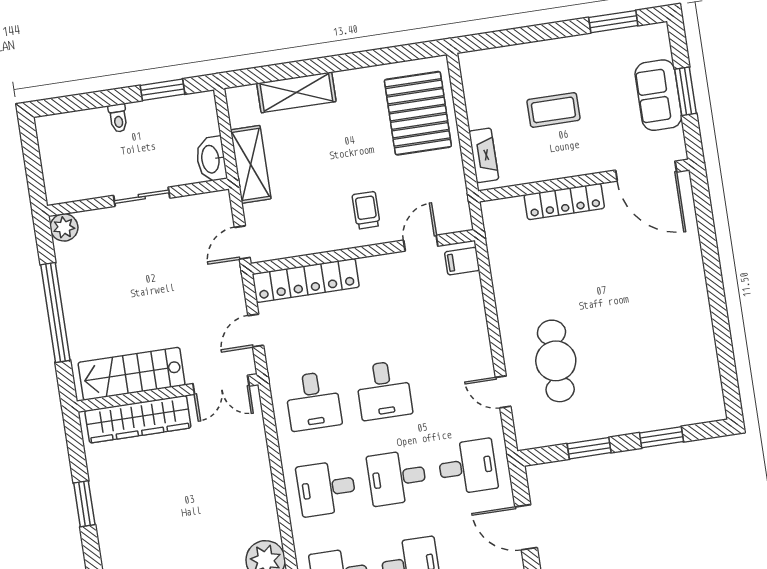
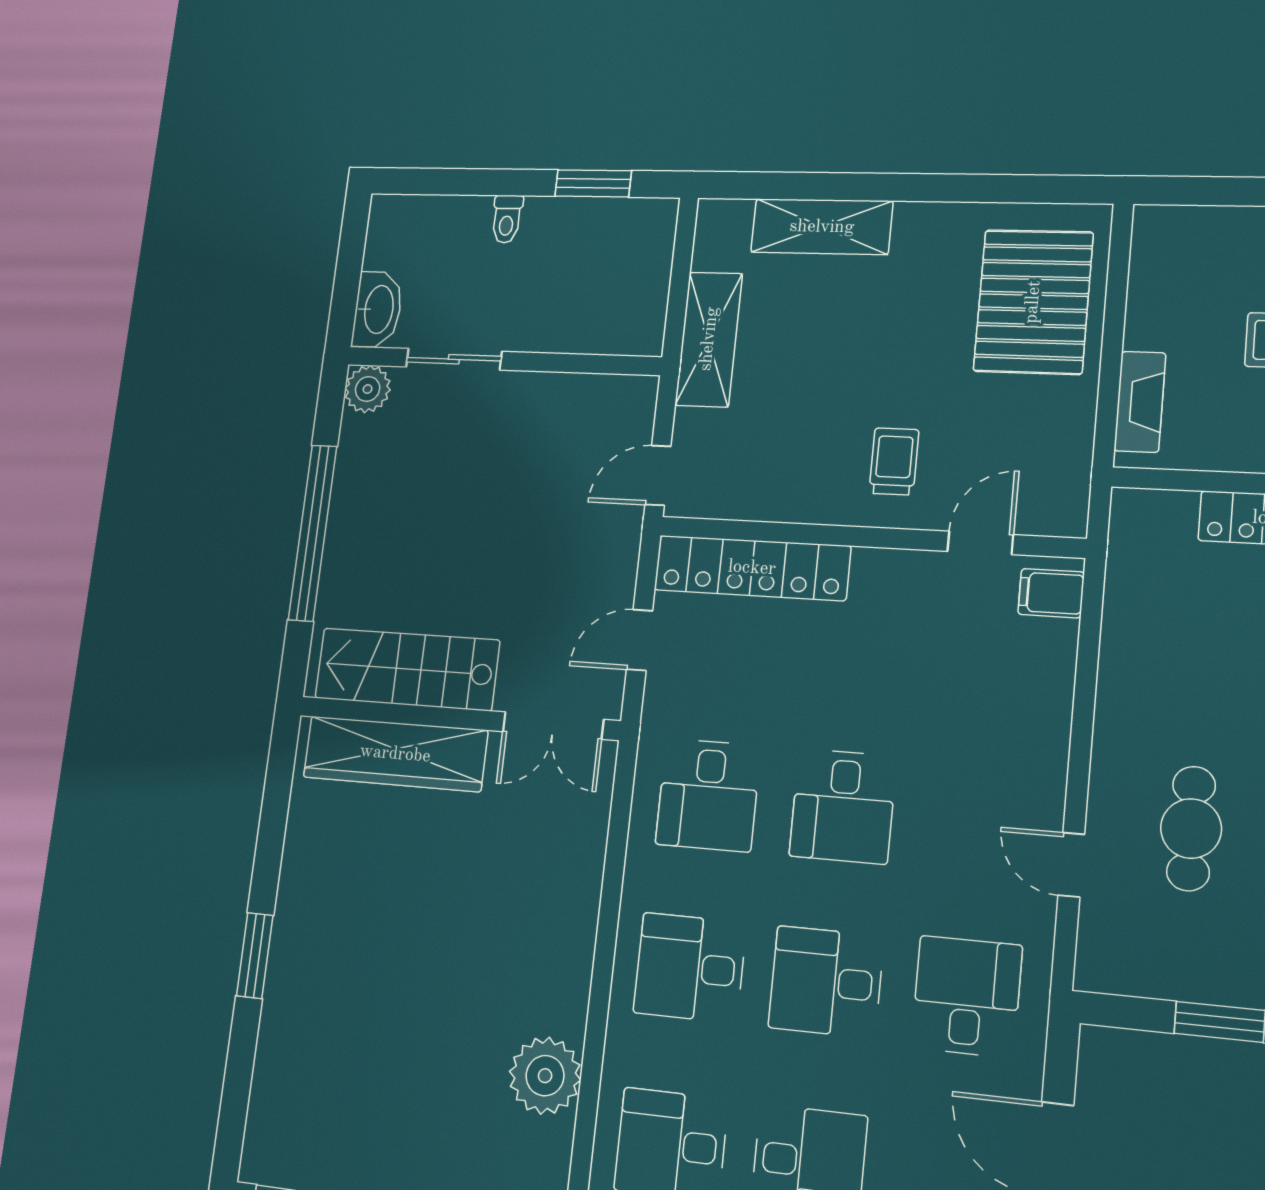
washbasin: (211, 159) -> (378, 309), moved, turned 180
sliding door: (142, 197) -> (454, 359), moved
cafe table: (556, 361) -> (1191, 828), width x0.73, depth x0.74
desk: (468, 467) -> (967, 996), turned -90
window: (84, 504) -> (255, 956), moved

